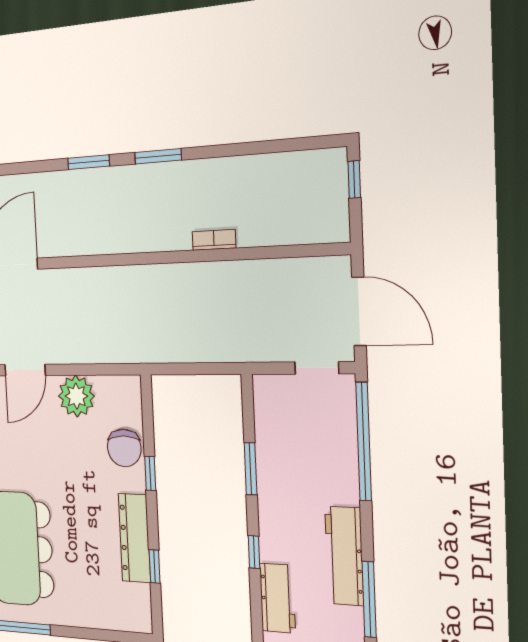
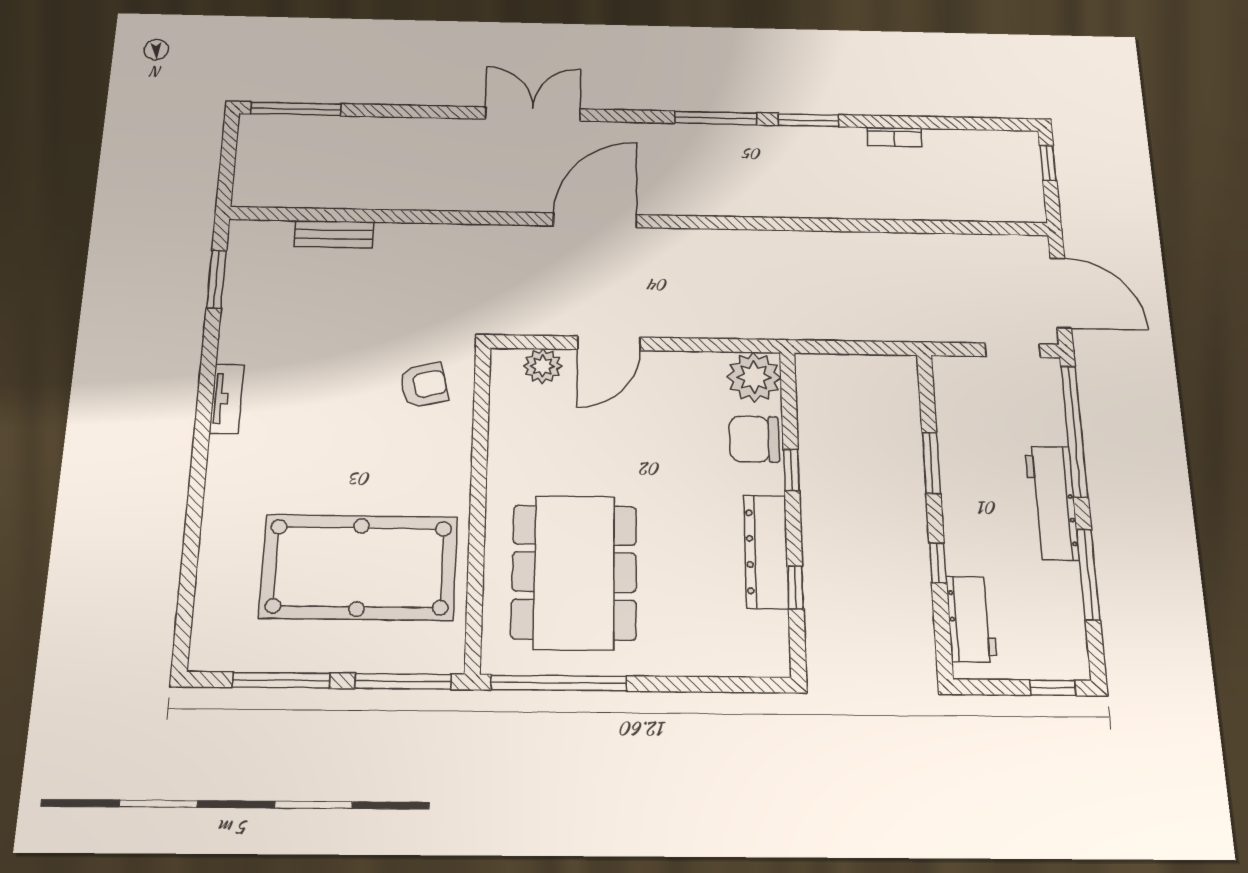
window: (89, 162) -> (715, 118), width x1.44
bookcase: (214, 240) -> (894, 137), moved, turned 180
plant: (76, 396) -> (754, 377), moved
chair: (124, 448) -> (754, 439), turned 90
workbench: (344, 556) -> (1052, 503), moved
window: (369, 599) -> (1088, 574), moved

